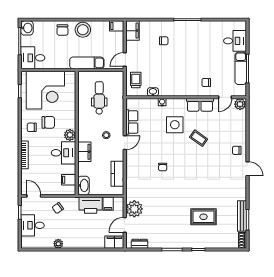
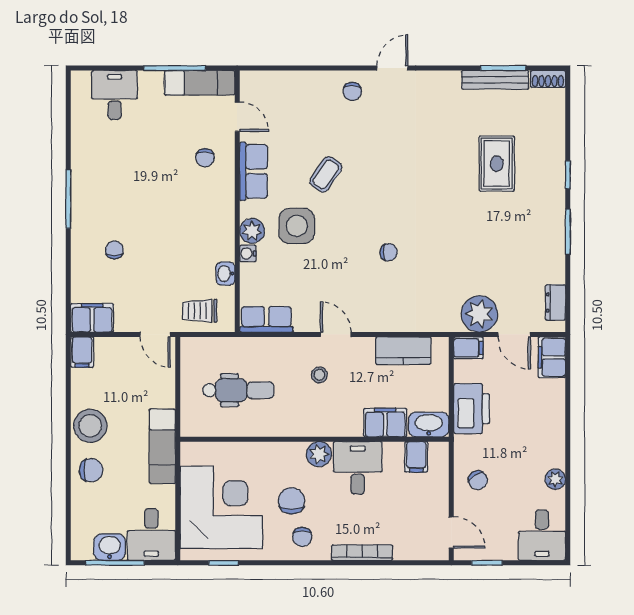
washbasin: (27, 28) -> (110, 547), moved
exam couch: (87, 63) -> (162, 446), moved
exam couch: (241, 68) -> (200, 83), moved
dental chair: (99, 98) -> (238, 390), turned 180
plant: (240, 104) -> (252, 231), moved
row of seats: (132, 122) -> (266, 319), moved
filing cabinet: (84, 152) -> (385, 423), moved
door: (34, 196) -> (451, 532), swing flipped
filing cabinet: (108, 204) -> (468, 348), moved
desk: (32, 225) -> (542, 535), moved

